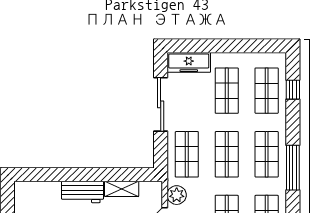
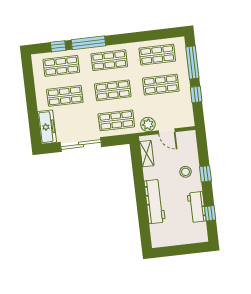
window: (293, 168) -> (88, 43), moved
shelving: (122, 189) -> (147, 154), moved
workbench: (82, 192) -> (155, 202), width x1.38

